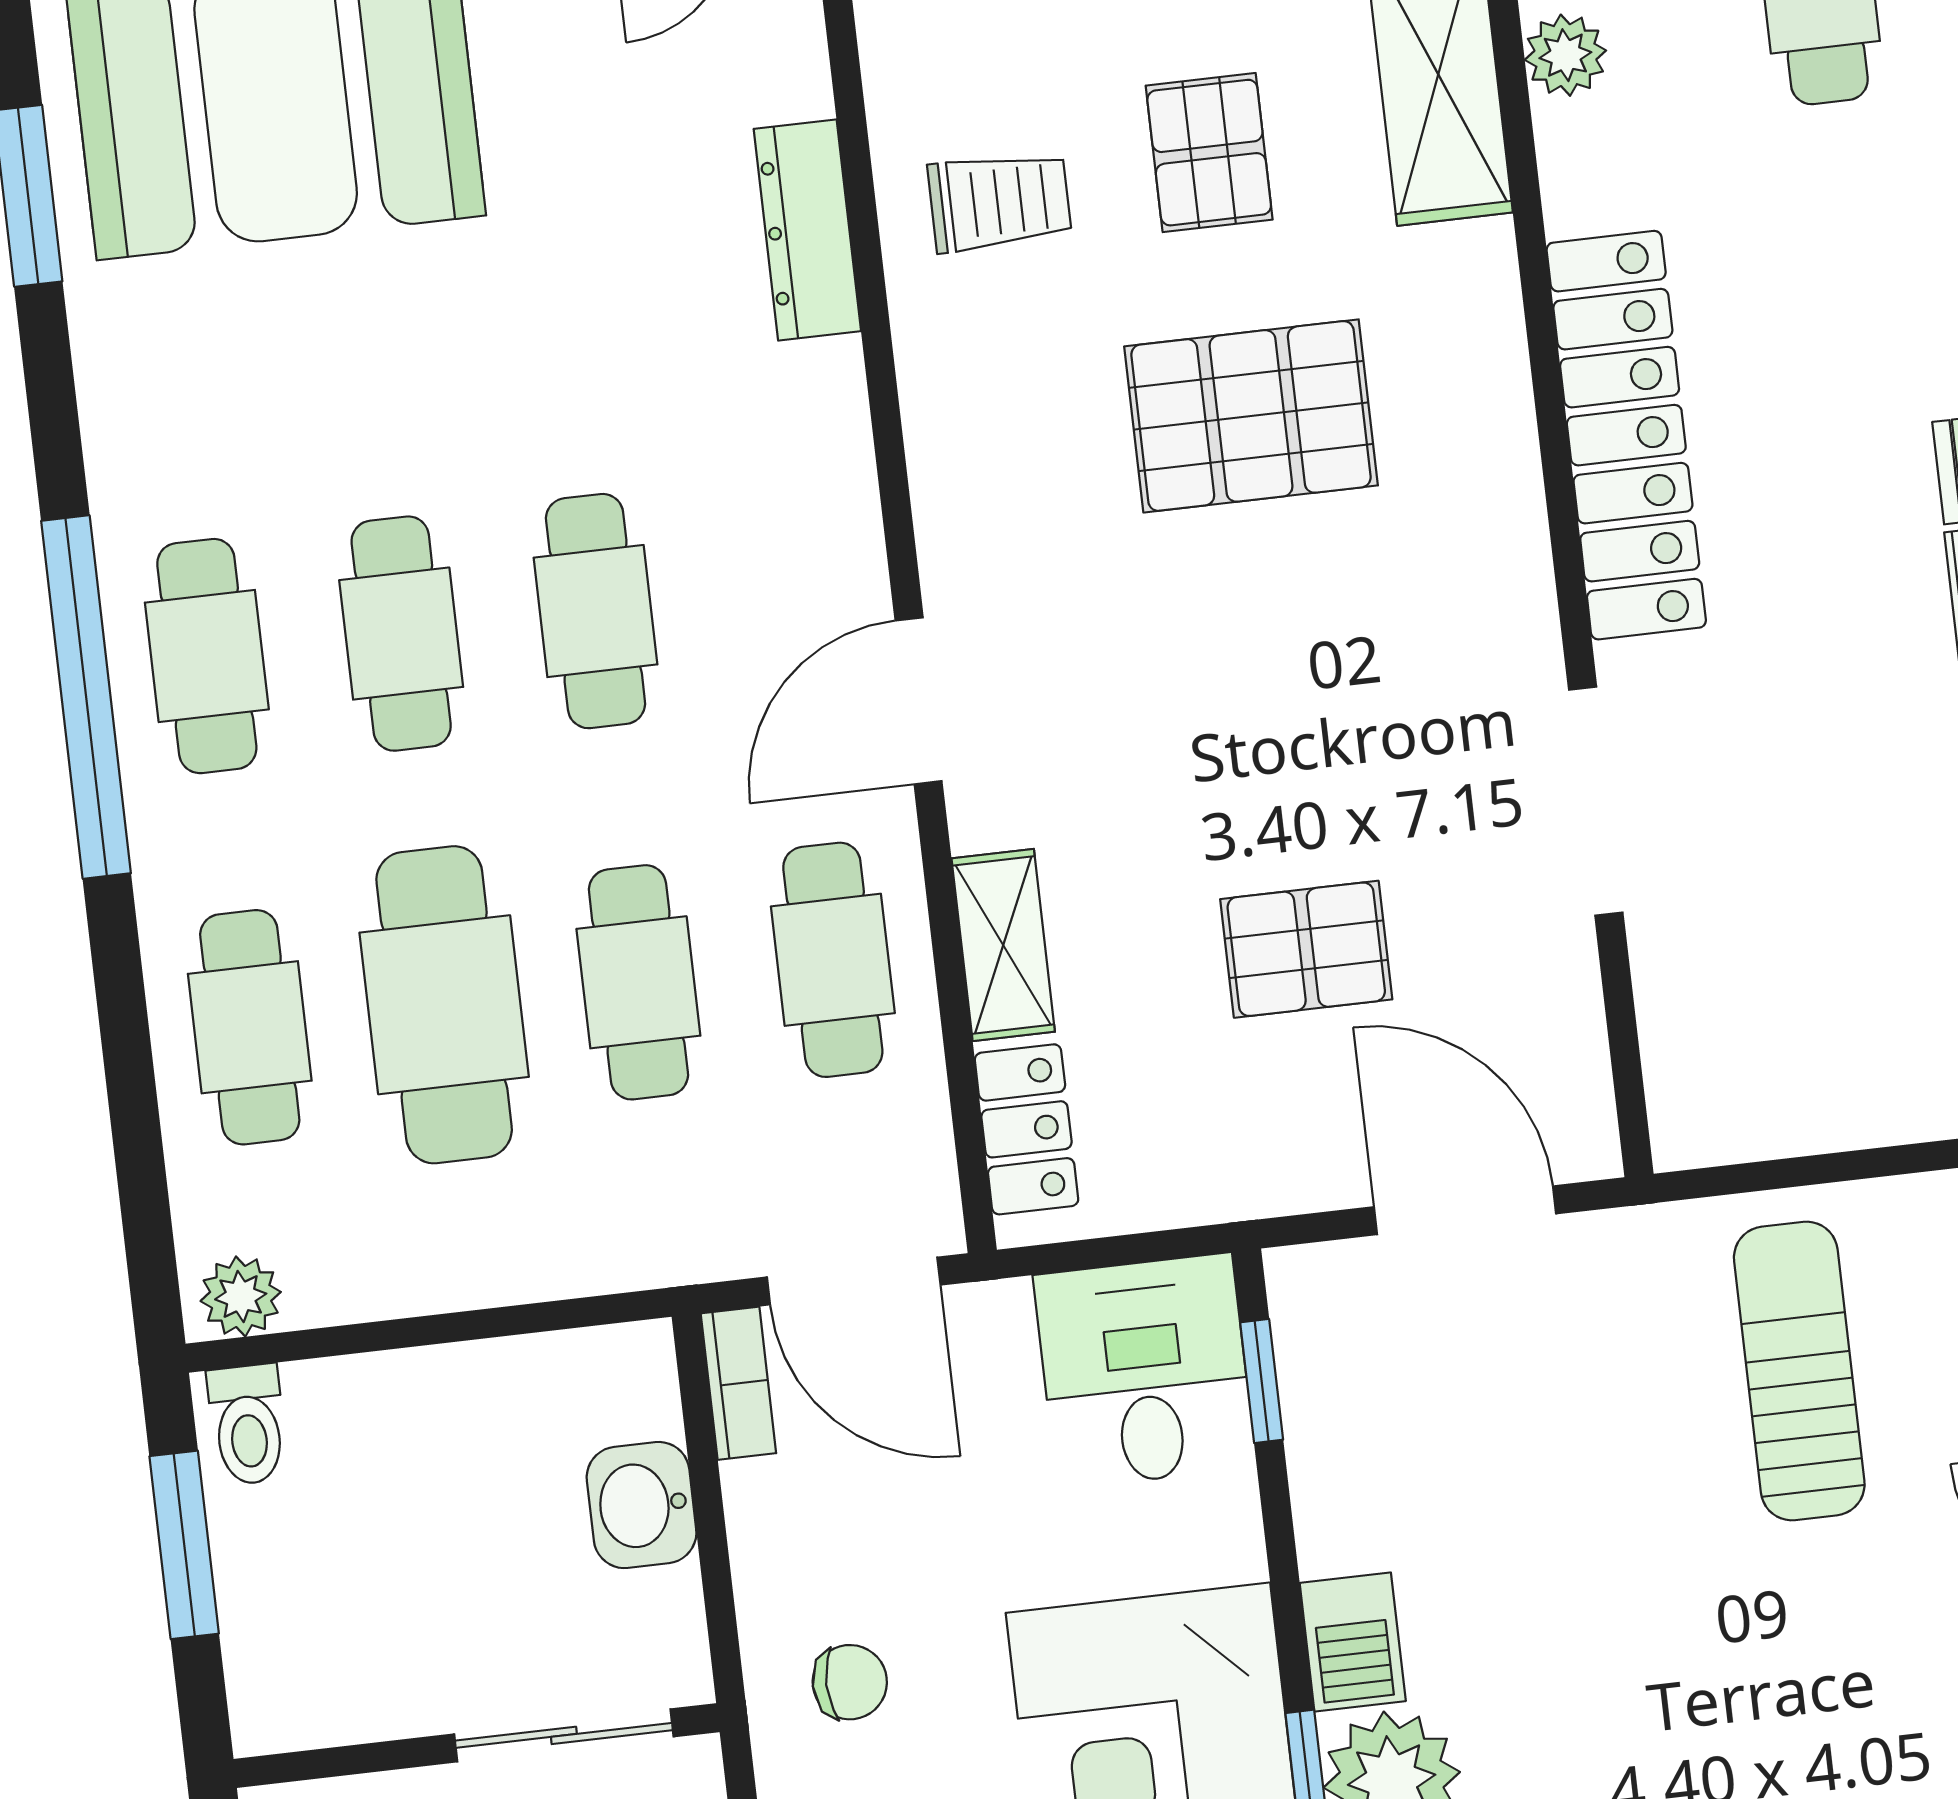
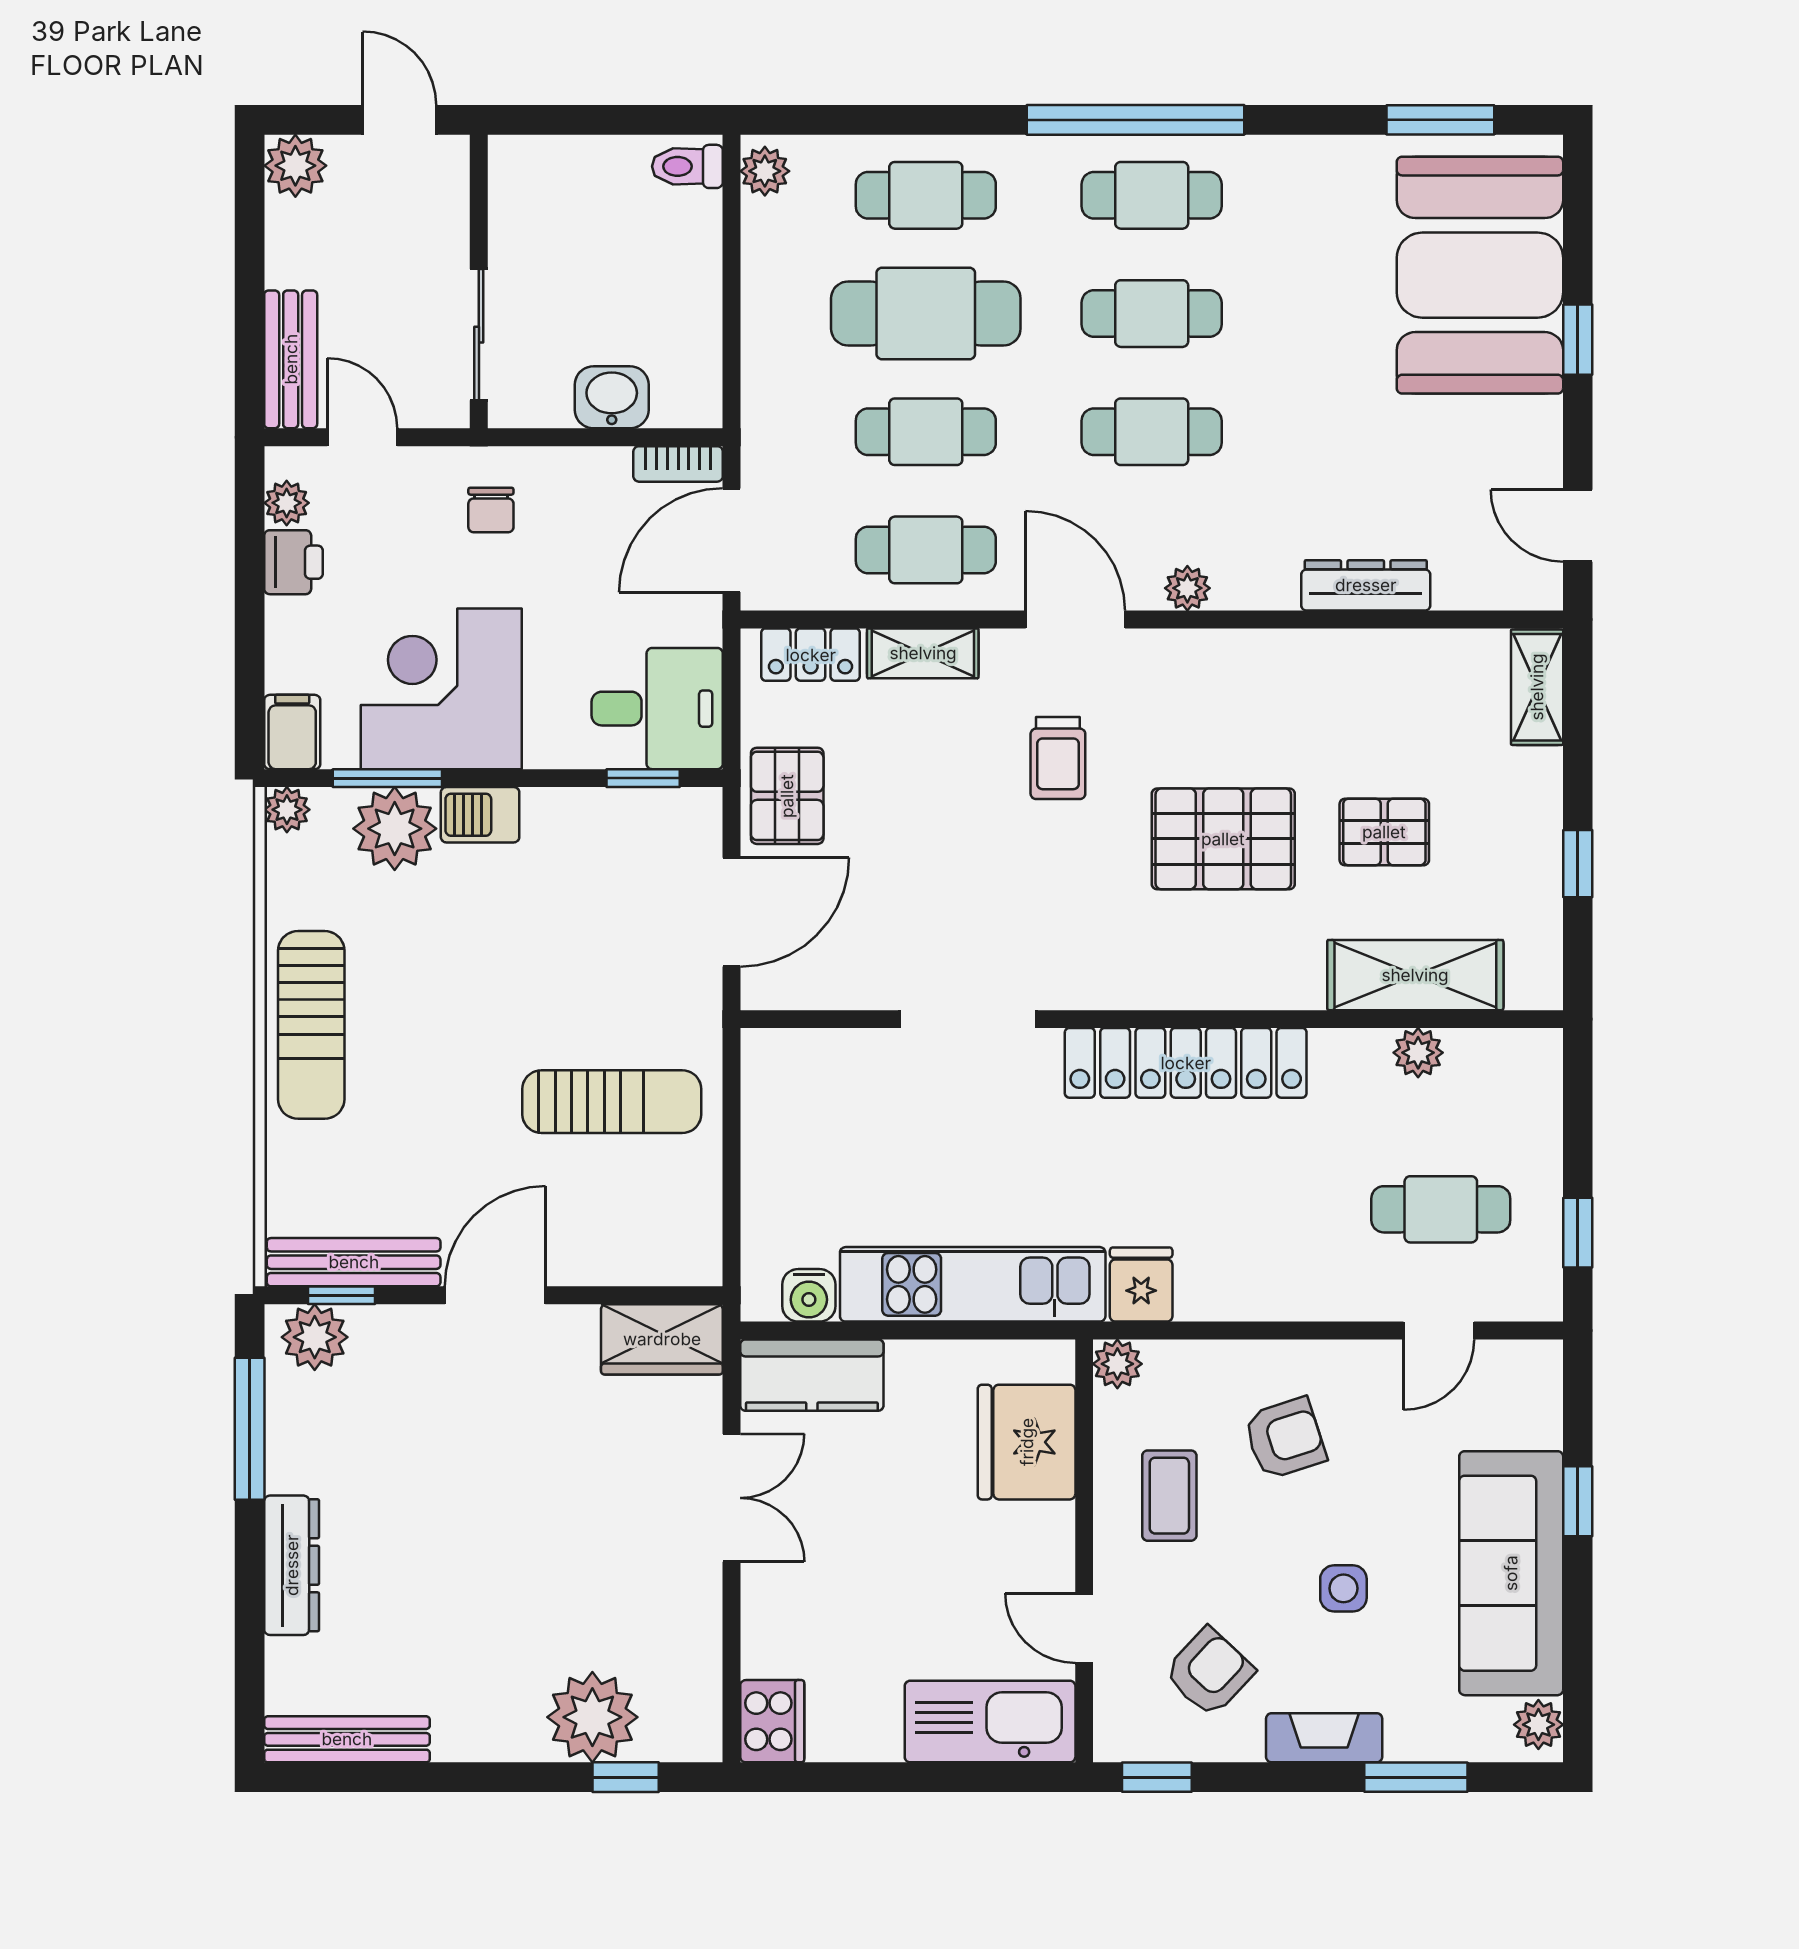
trolley: (1000, 202) -> (1058, 758), moved
pallet: (1251, 416) -> (1223, 839), turned 90
plant: (846, 523) -> (1187, 588), added
pallet: (1306, 949) -> (787, 796), moved
window: (184, 1545) -> (620, 120), removed

